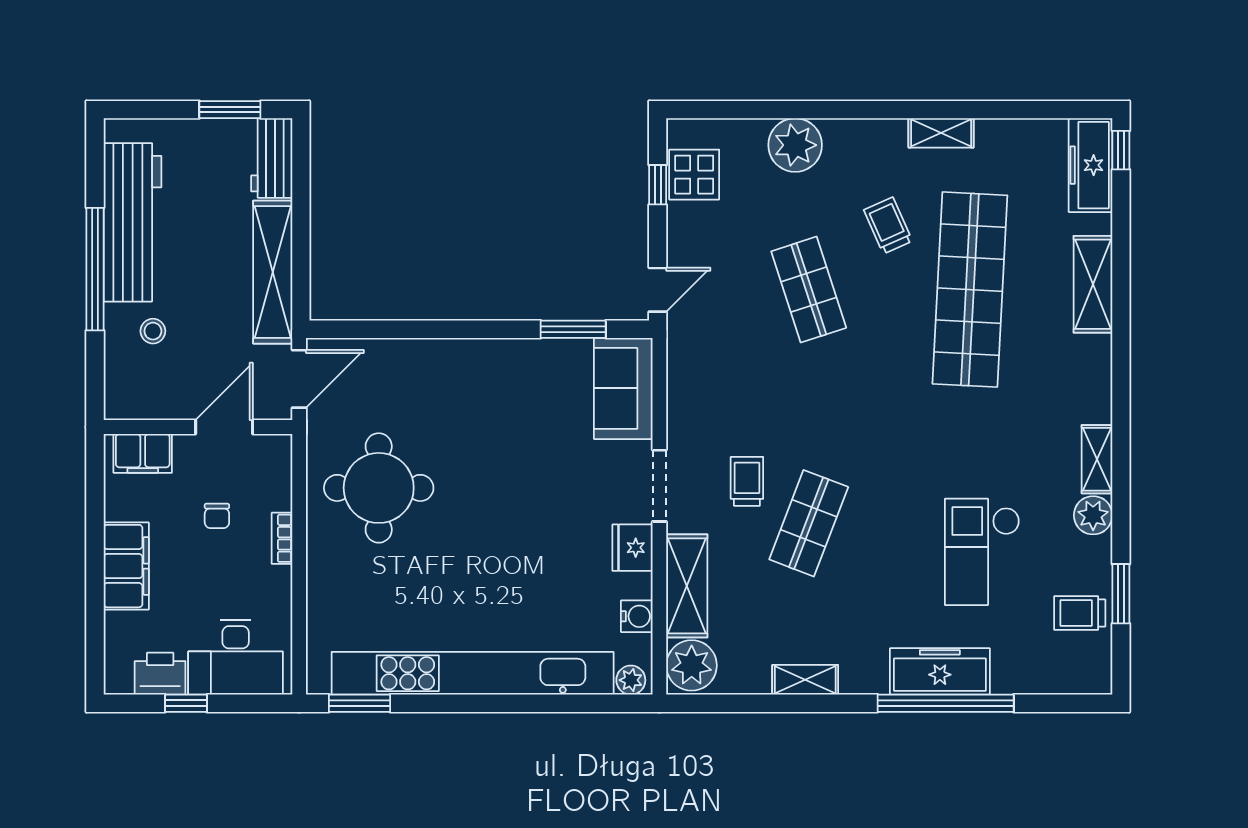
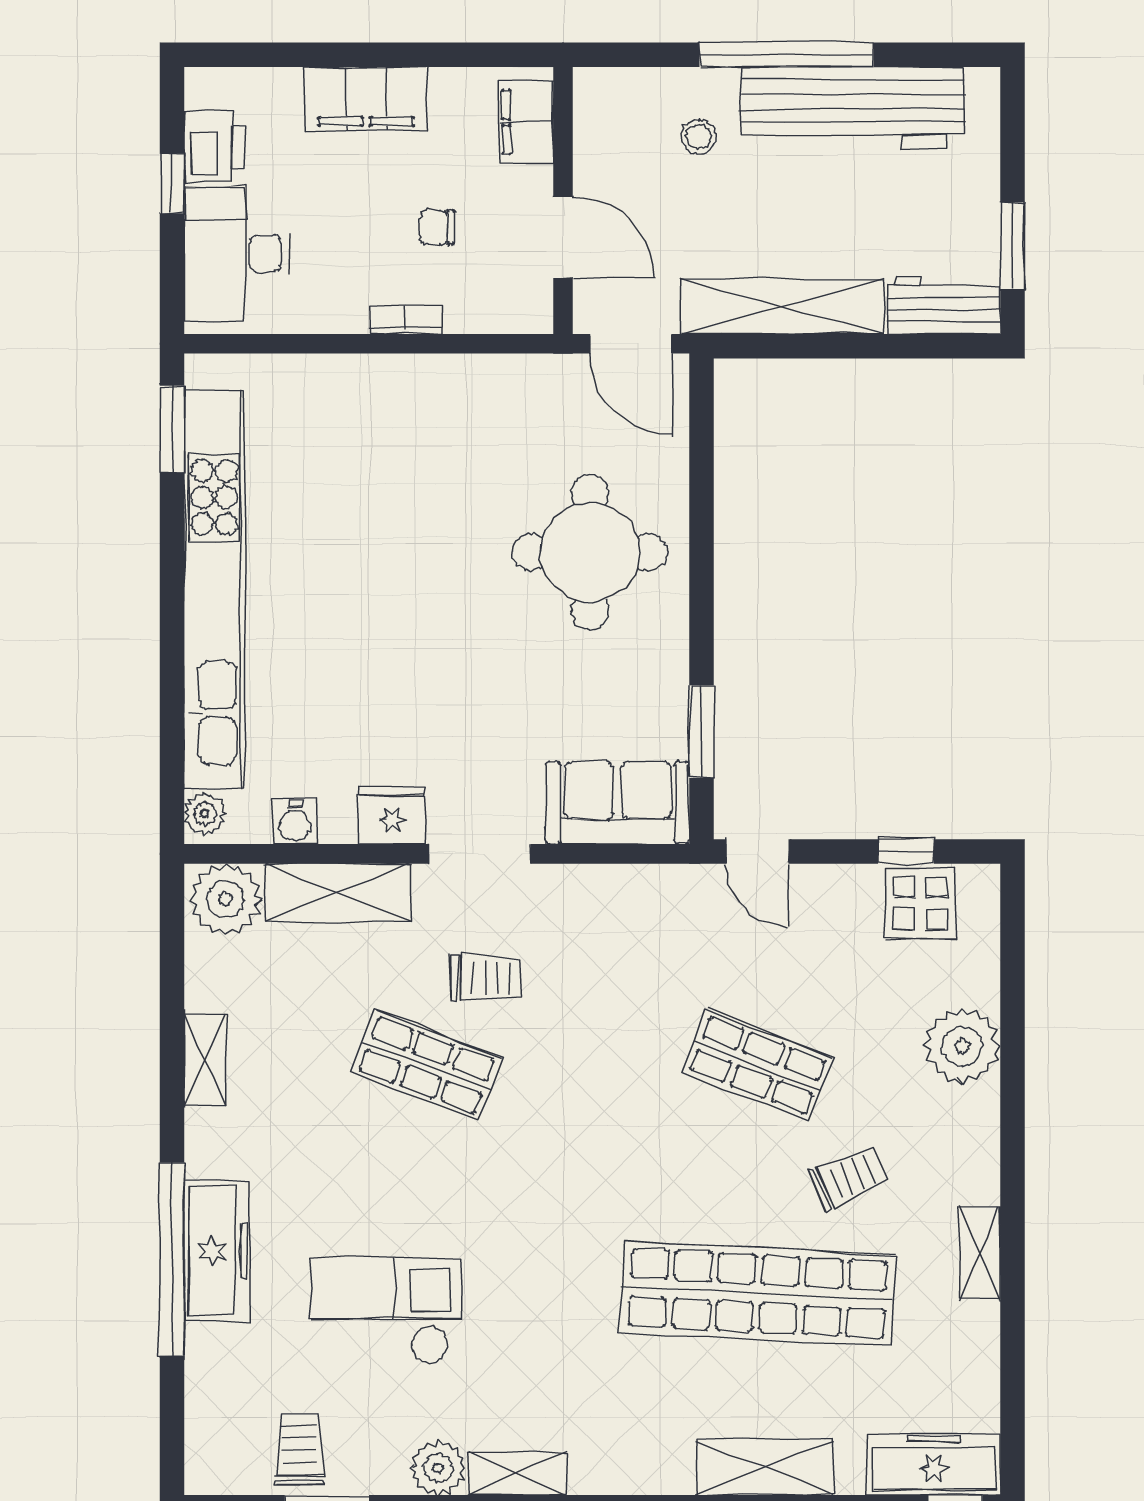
shop shelf: (809, 290) -> (758, 1065), turned 39
round table: (379, 488) -> (590, 552), moved

